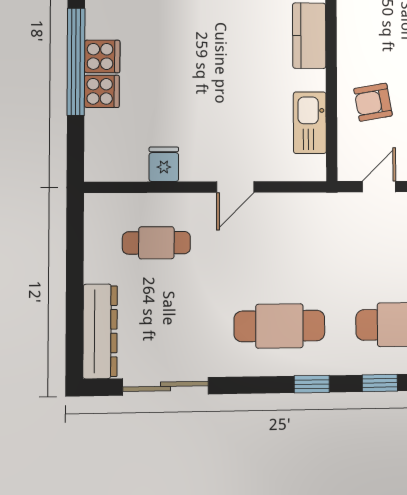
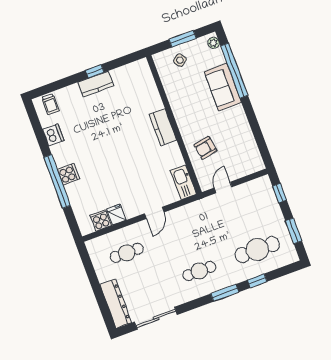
cooker: (102, 91) -> (101, 220), moved, turned -90
kitchen sink: (310, 123) -> (183, 182), moved
cafe table: (279, 326) -> (199, 271), width x0.73, depth x0.74
window: (312, 384) -> (225, 293), width x1.50

